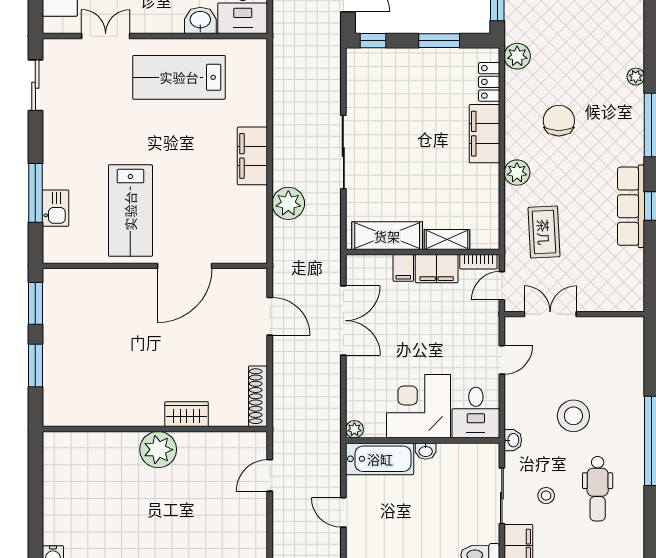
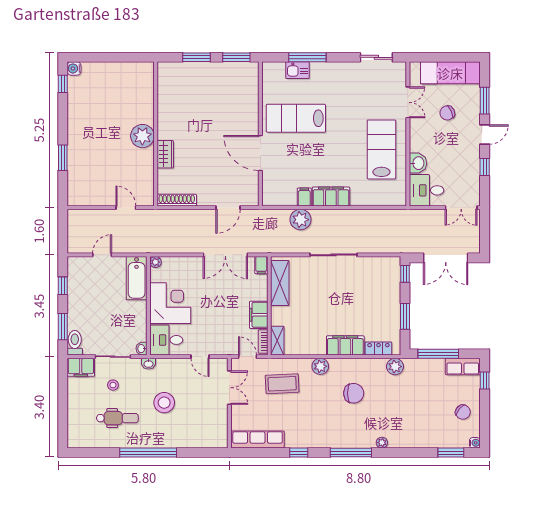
filing cabinet: (253, 198) -> (304, 197), added
row of seats: (631, 206) -> (258, 440), moved
shelving: (447, 240) -> (277, 341), moved
filing cabinet: (403, 268) -> (261, 265), moved, turned -90
washbasin: (426, 451) -> (142, 349), moved
dental chair: (598, 489) -> (117, 418), turned 180

